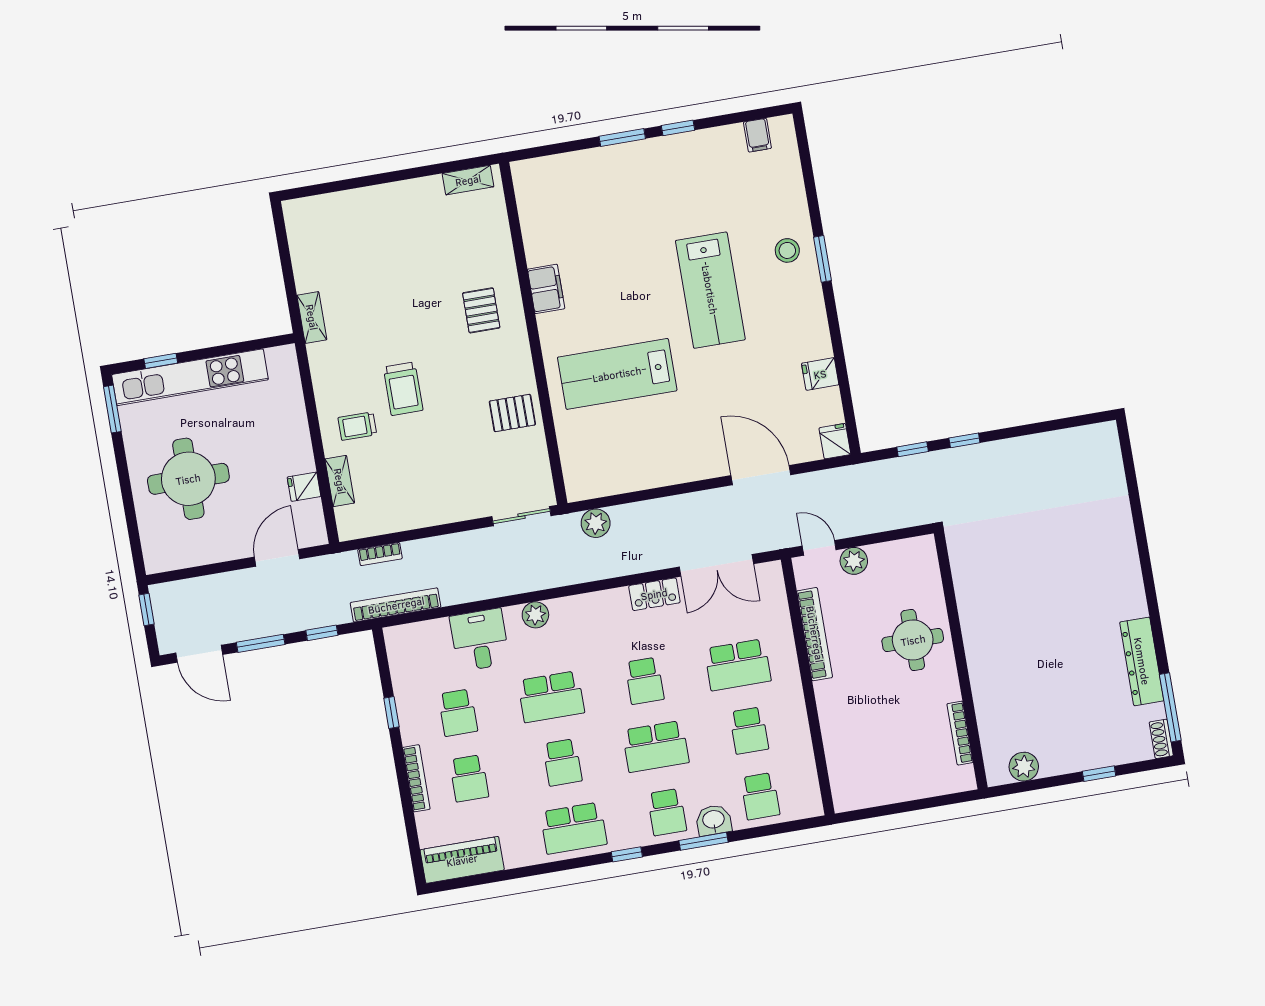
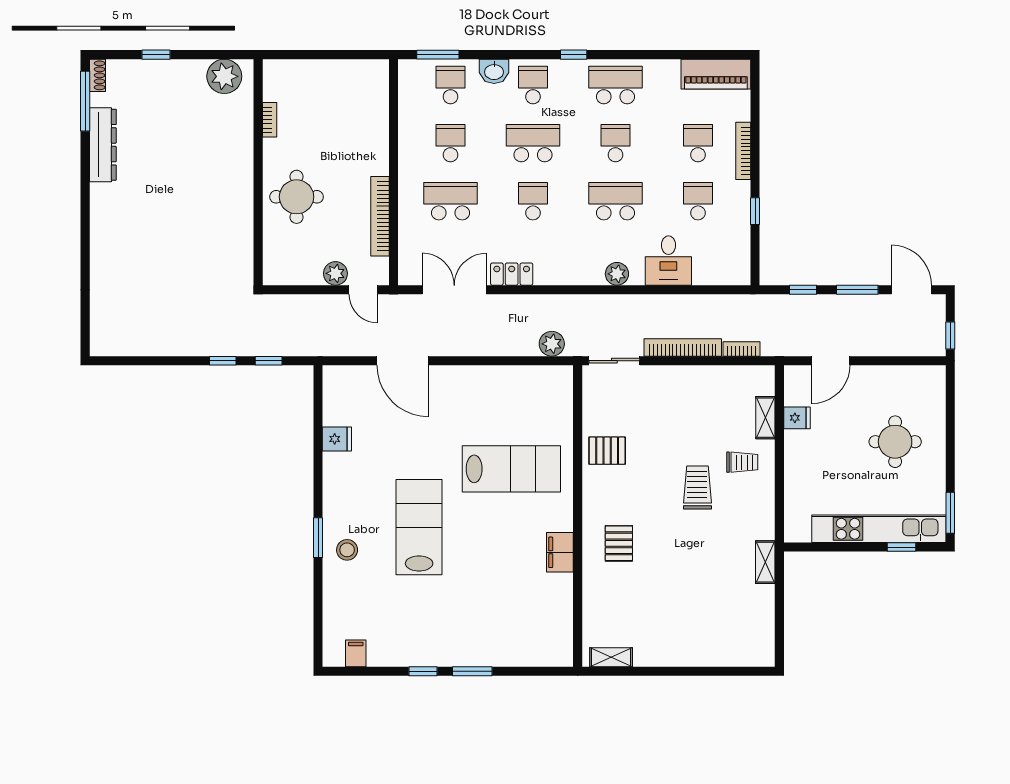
fridge: (835, 441) -> (334, 379), removed
round table: (188, 479) -> (895, 442), width x0.73, depth x0.73
bookcase: (396, 605) -> (683, 348), moved, turned 180
bookcase: (960, 733) -> (270, 120), width x0.64
plant: (1024, 767) -> (224, 76), width x1.36, depth x1.36
window: (703, 841) -> (438, 55), moved

